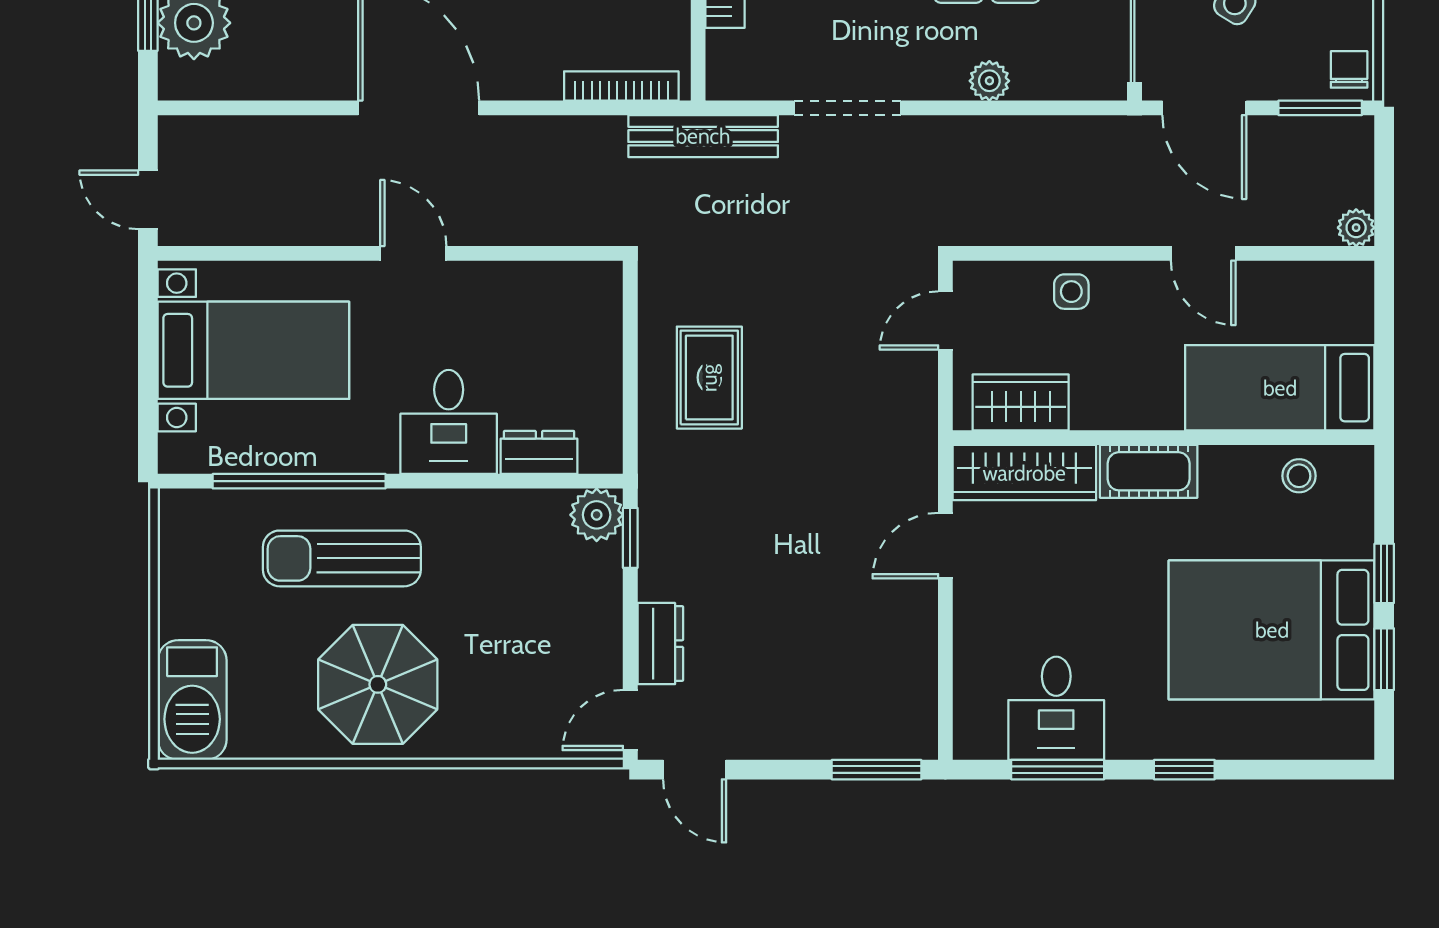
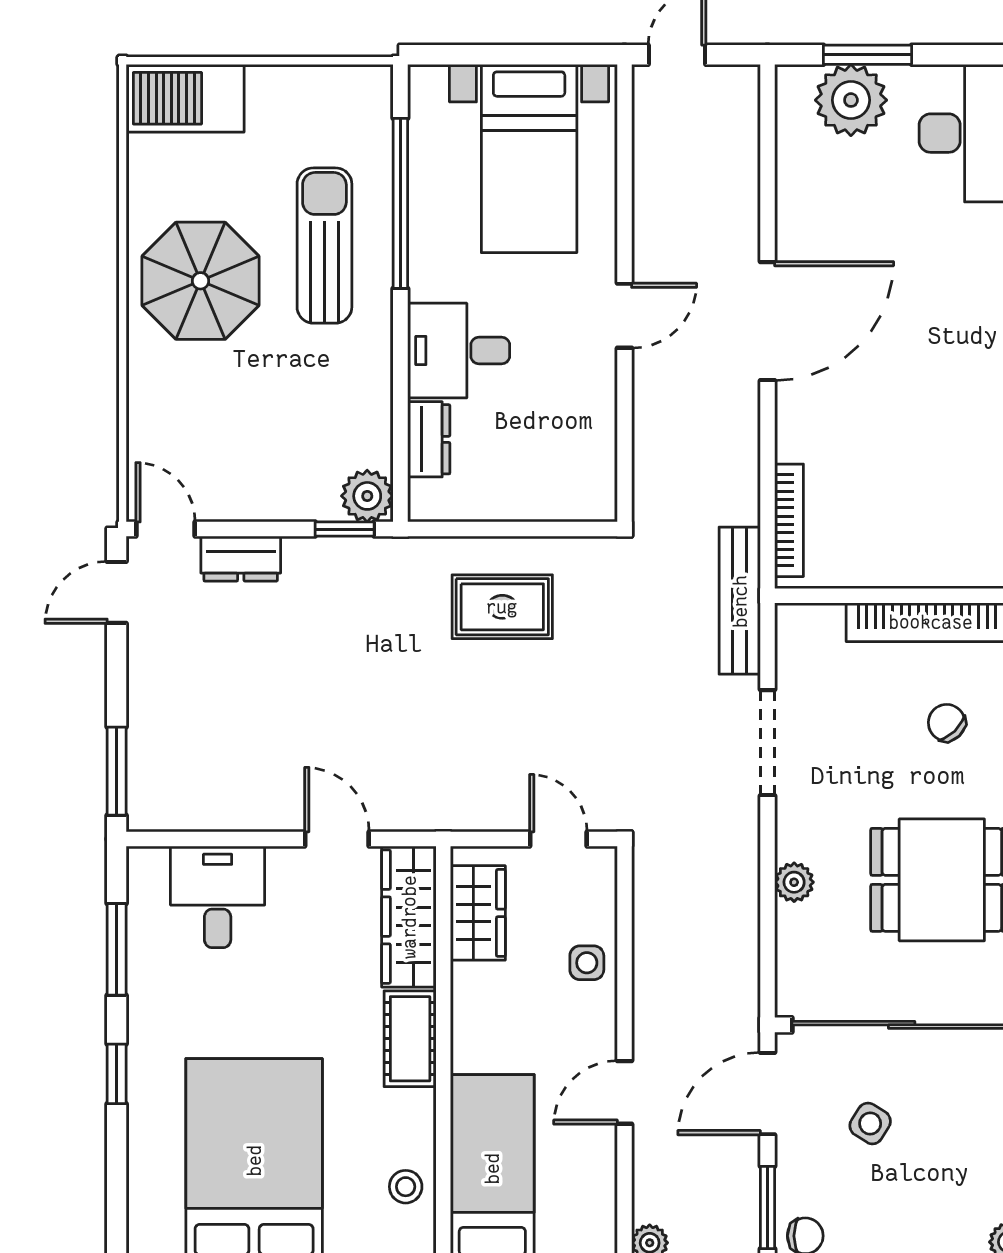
desk: (1056, 708) -> (218, 897), moved, turned 90

